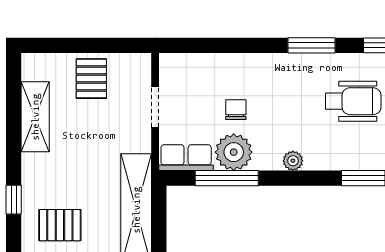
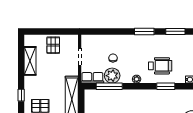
wheelchair: (353, 101) -> (160, 66), moved

